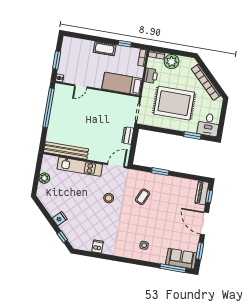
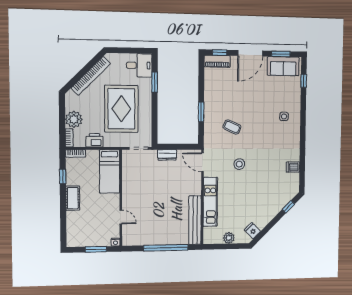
window: (49, 108) -> (166, 248), moved
fridge: (60, 219) -> (252, 231), moved
sofa: (181, 259) -> (283, 66), moved, turned -90
window: (173, 268) -> (304, 81), width x0.46

